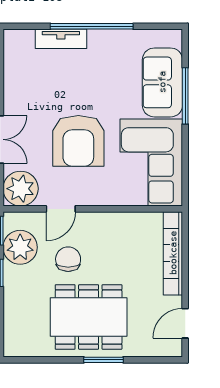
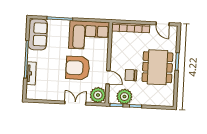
sofa: (162, 82) -> (38, 34), moved, turned -90
armchair: (78, 141) -> (78, 68), turned 180

